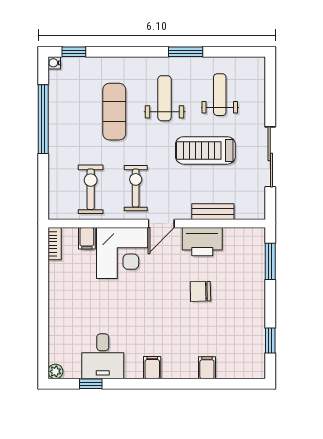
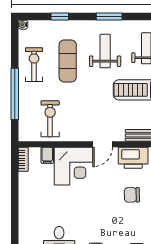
window: (74, 52) -> (60, 16), moved
window: (186, 52) -> (109, 16), moved
window: (43, 119) -> (15, 94), moved
exercise bike: (136, 188) -> (34, 65), moved

